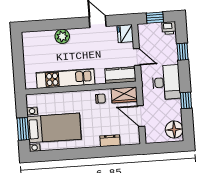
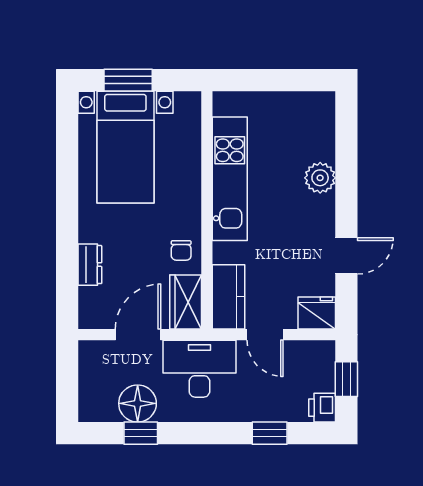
door: (137, 57) -> (265, 335), hinge flipped
desk: (166, 82) -> (199, 369), moved, turned 180
window: (186, 100) -> (141, 433), moved
floor lamp: (174, 129) -> (138, 403), moved

